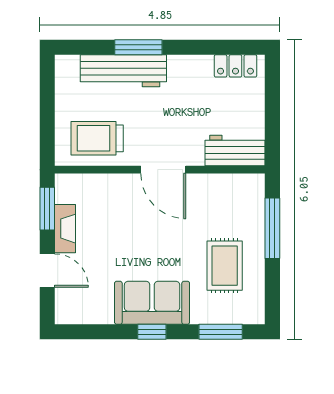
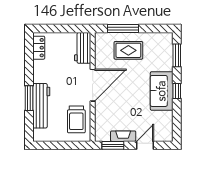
door: (163, 170) -> (93, 85), width x1.36
rug: (225, 266) -> (128, 50), moved

